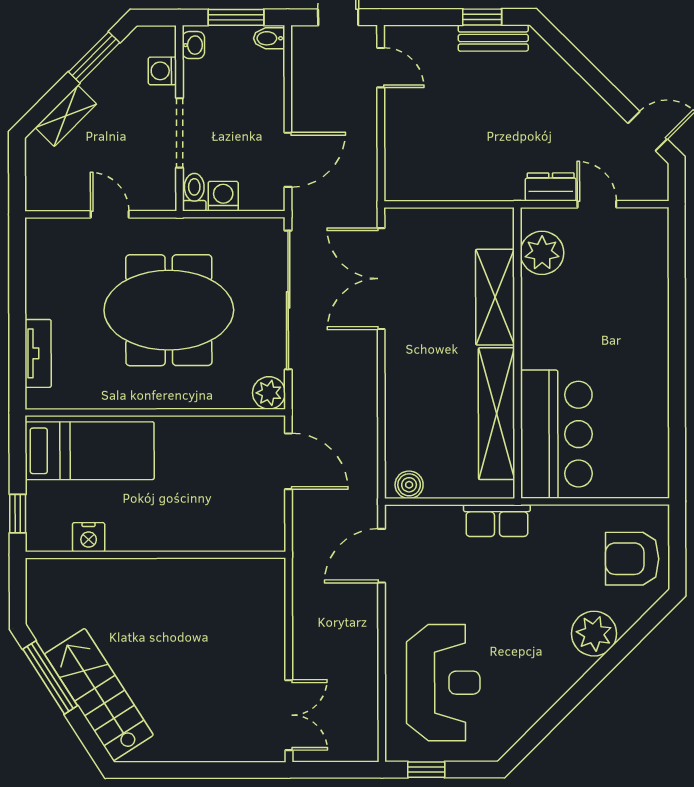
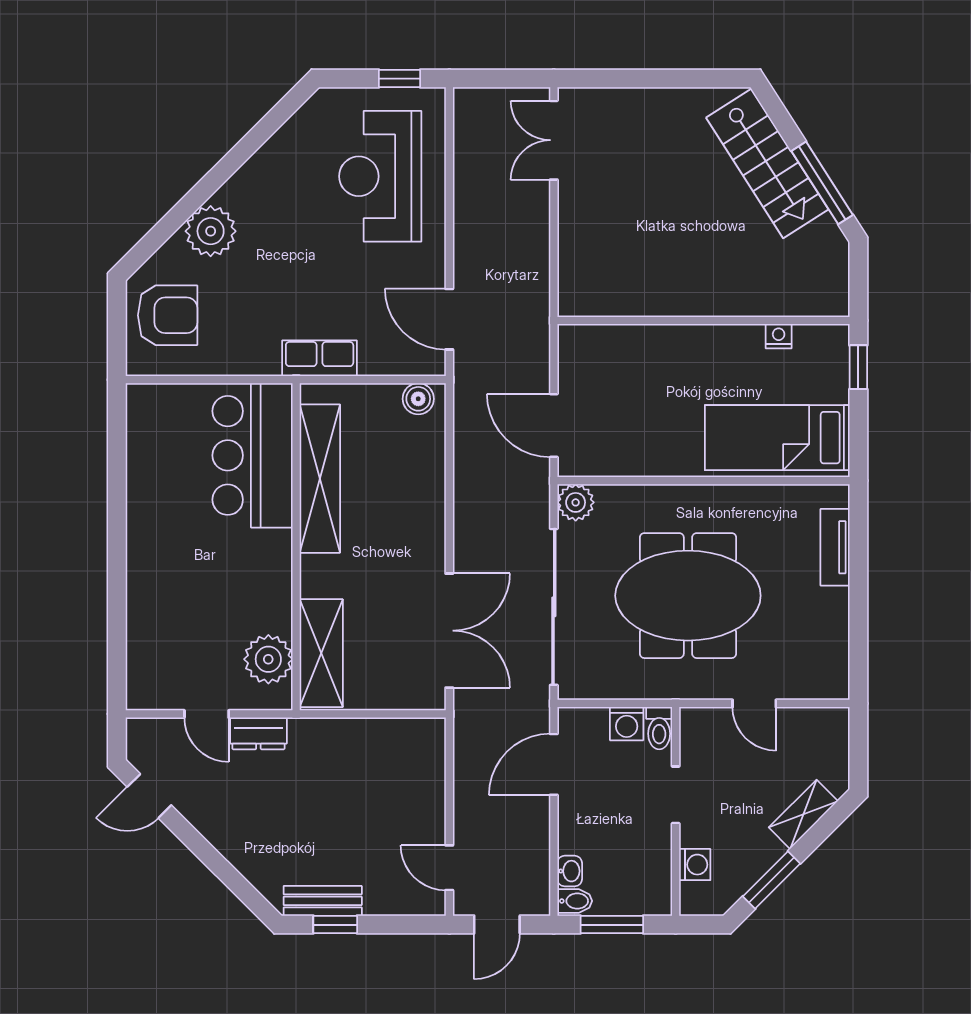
washbasin: (193, 45) -> (570, 871), moved, turned 180
doorway: (179, 133) -> (676, 795), width x0.73
shelving: (495, 297) -> (321, 653), moved
nightstand: (89, 537) -> (779, 336), width x0.72, depth x0.74
door: (382, 556) -> (449, 319), swing flipped

